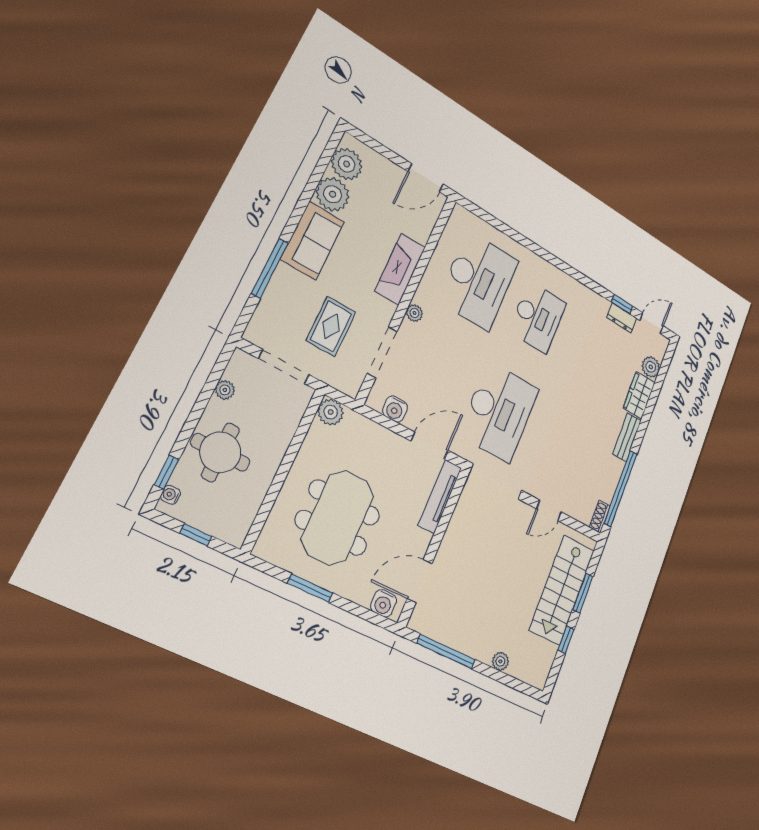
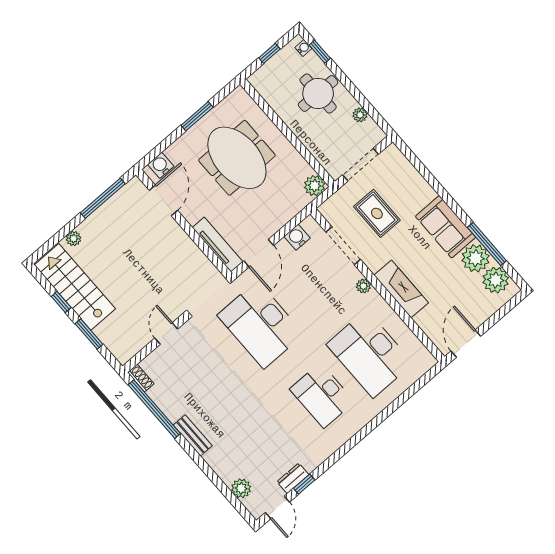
window: (270, 268) -> (487, 244), moved
wardrobe: (639, 395) -> (222, 465), removed
stairs: (562, 590) -> (75, 287), moved

